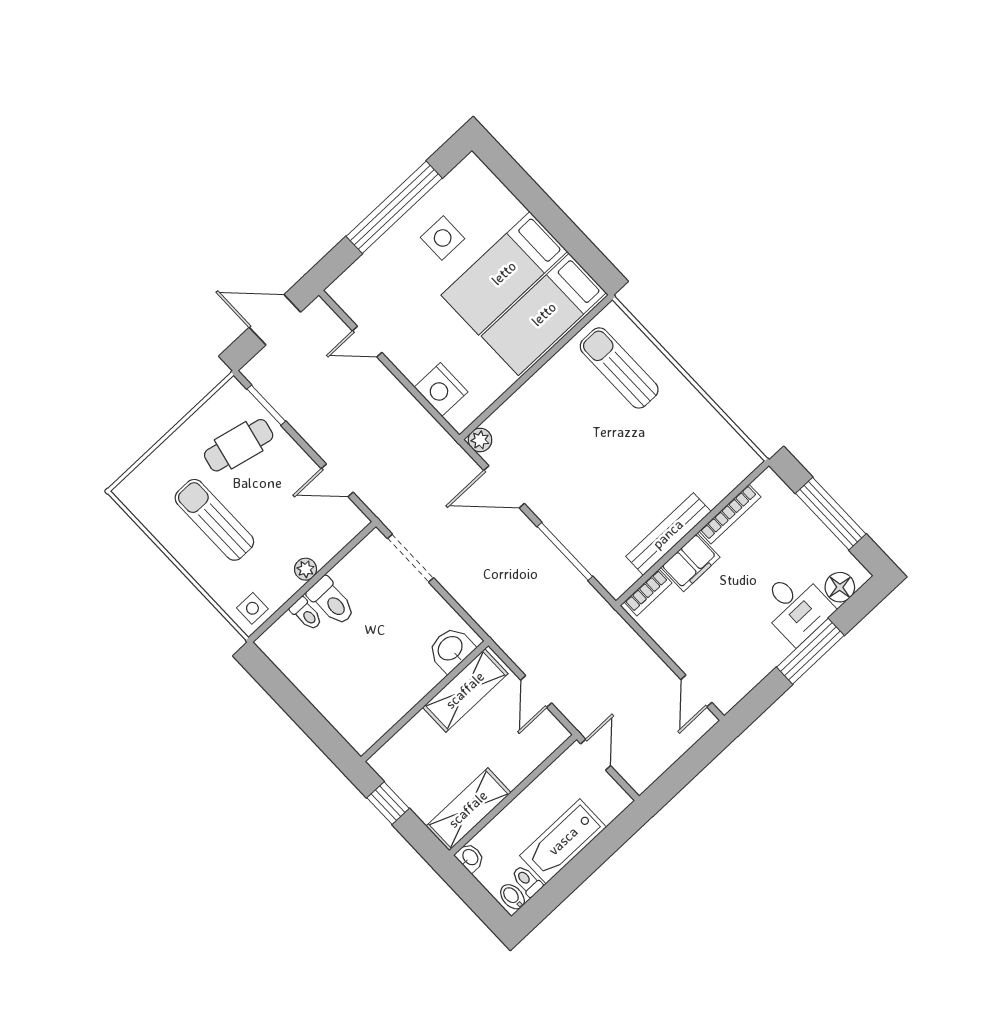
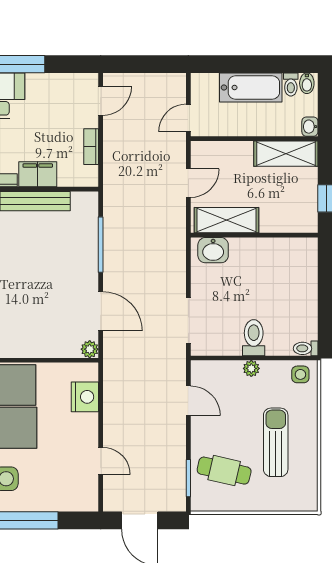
sun lounger: (214, 520) -> (276, 442), turned 180
bookcase: (648, 592) -> (91, 147), moved, turned -90
toilet: (306, 614) -> (306, 348), moved, turned -90

